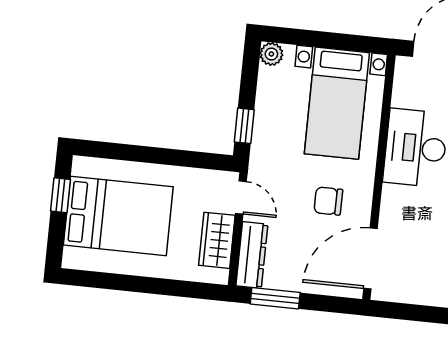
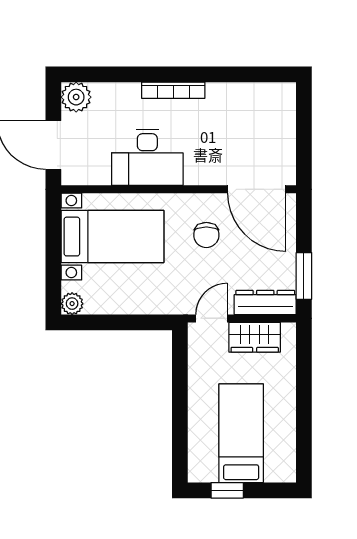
window: (244, 126) -> (143, 322), removed
bed: (118, 216) -> (241, 433), width x0.67

